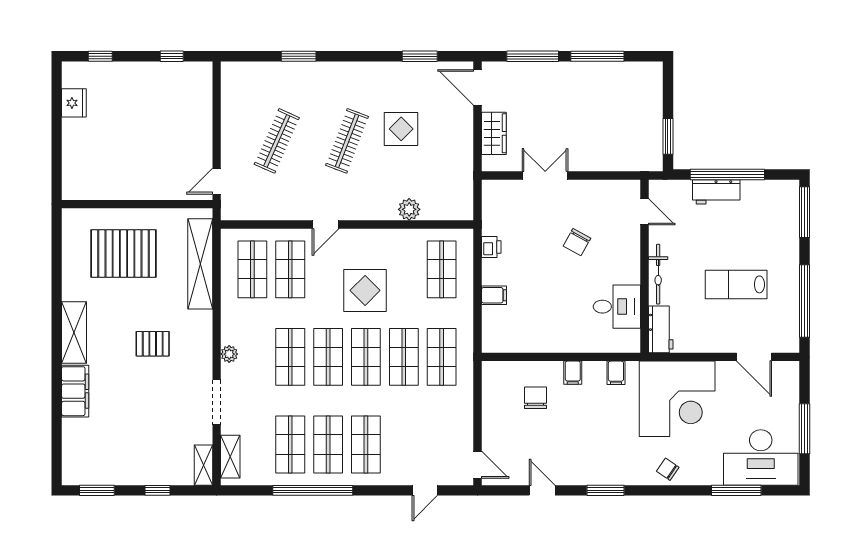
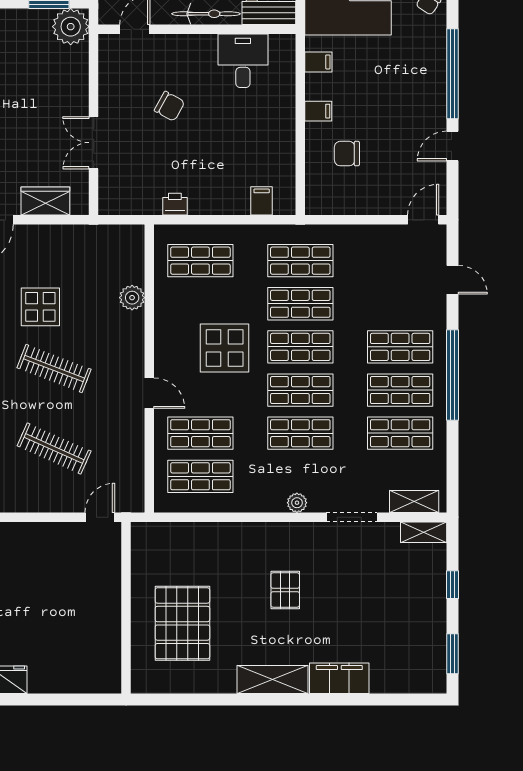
plant: (647, 155) -> (71, 27), added
door: (217, 181) -> (100, 517), swing flipped
shelving: (200, 264) -> (194, 536), removed
filing cabinet: (494, 295) -> (262, 201), moved
window: (313, 490) -> (452, 375), moved
window: (606, 490) -> (452, 74), width x2.11

